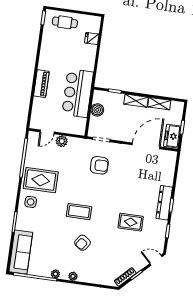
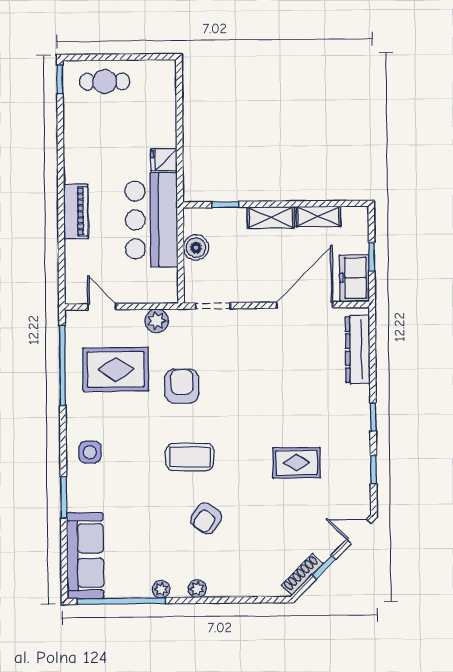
fridge: (92, 38) -> (164, 160), moved
door: (47, 132) -> (102, 307), swing flipped
plant: (62, 141) -> (157, 321), moved
armchair: (99, 165) -> (182, 386), moved, turned -90
rug: (41, 180) -> (116, 369), moved
dresser: (164, 203) -> (358, 350), moved

